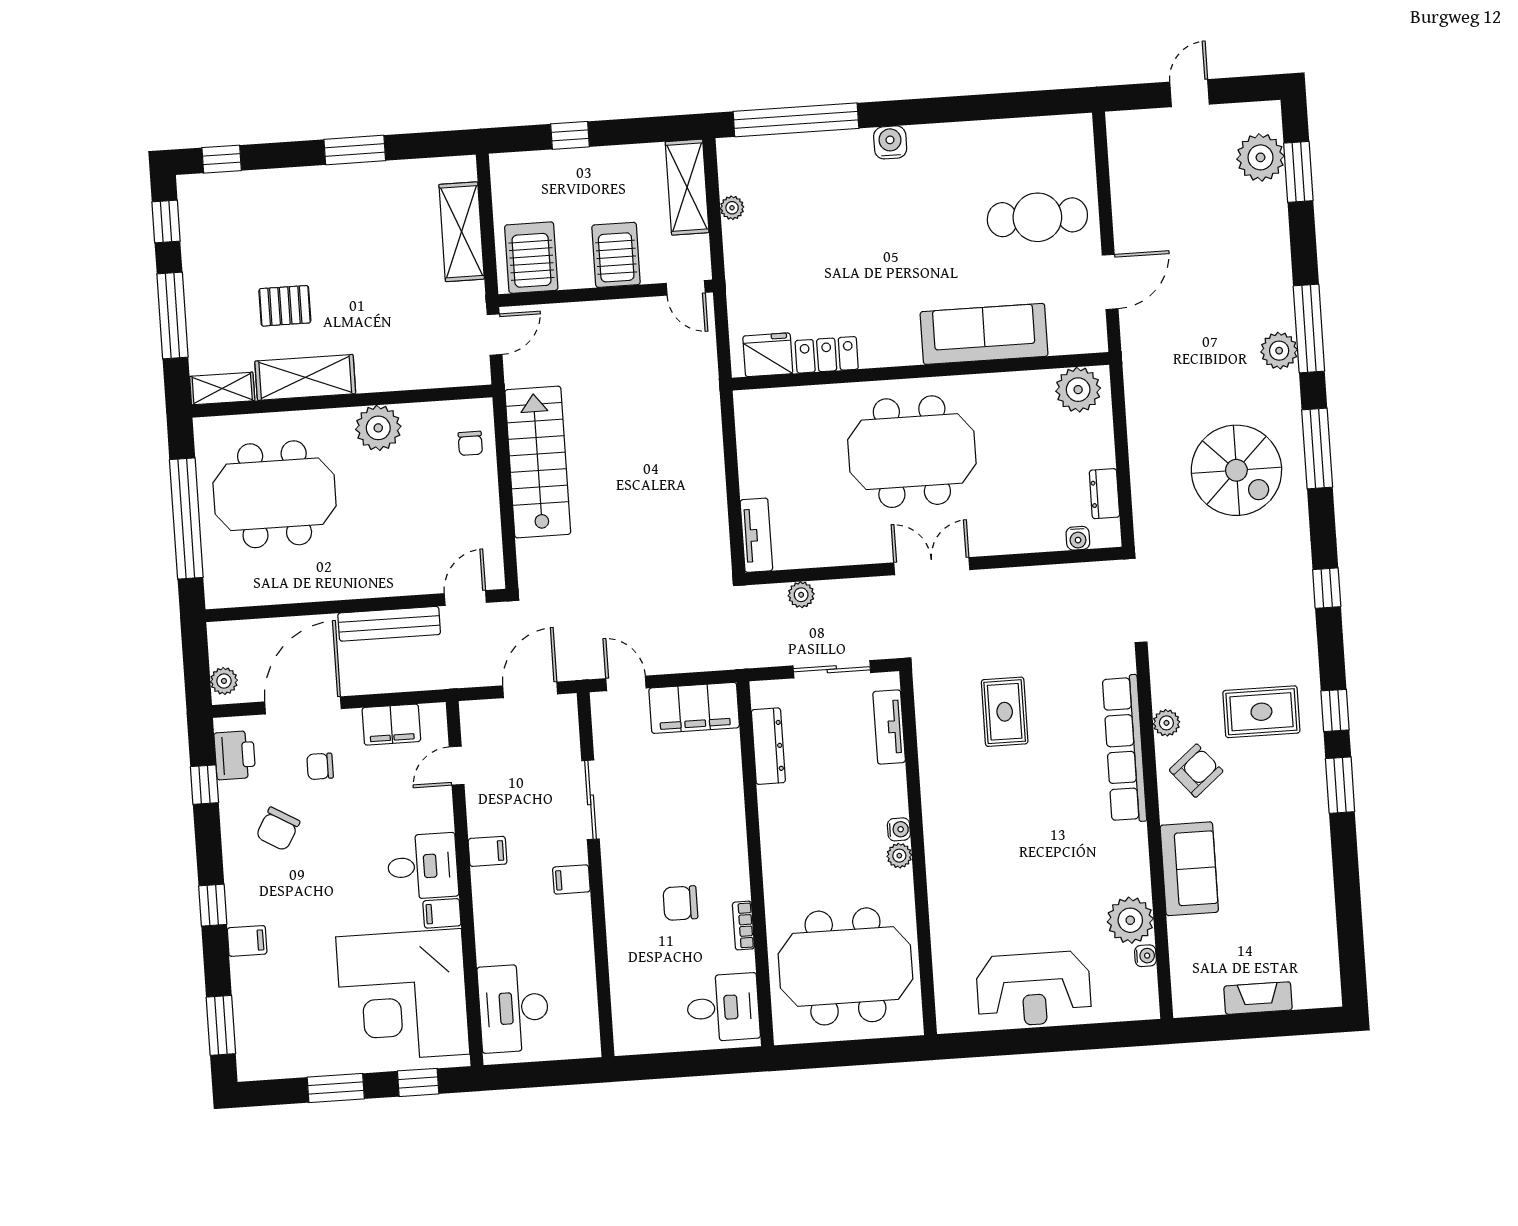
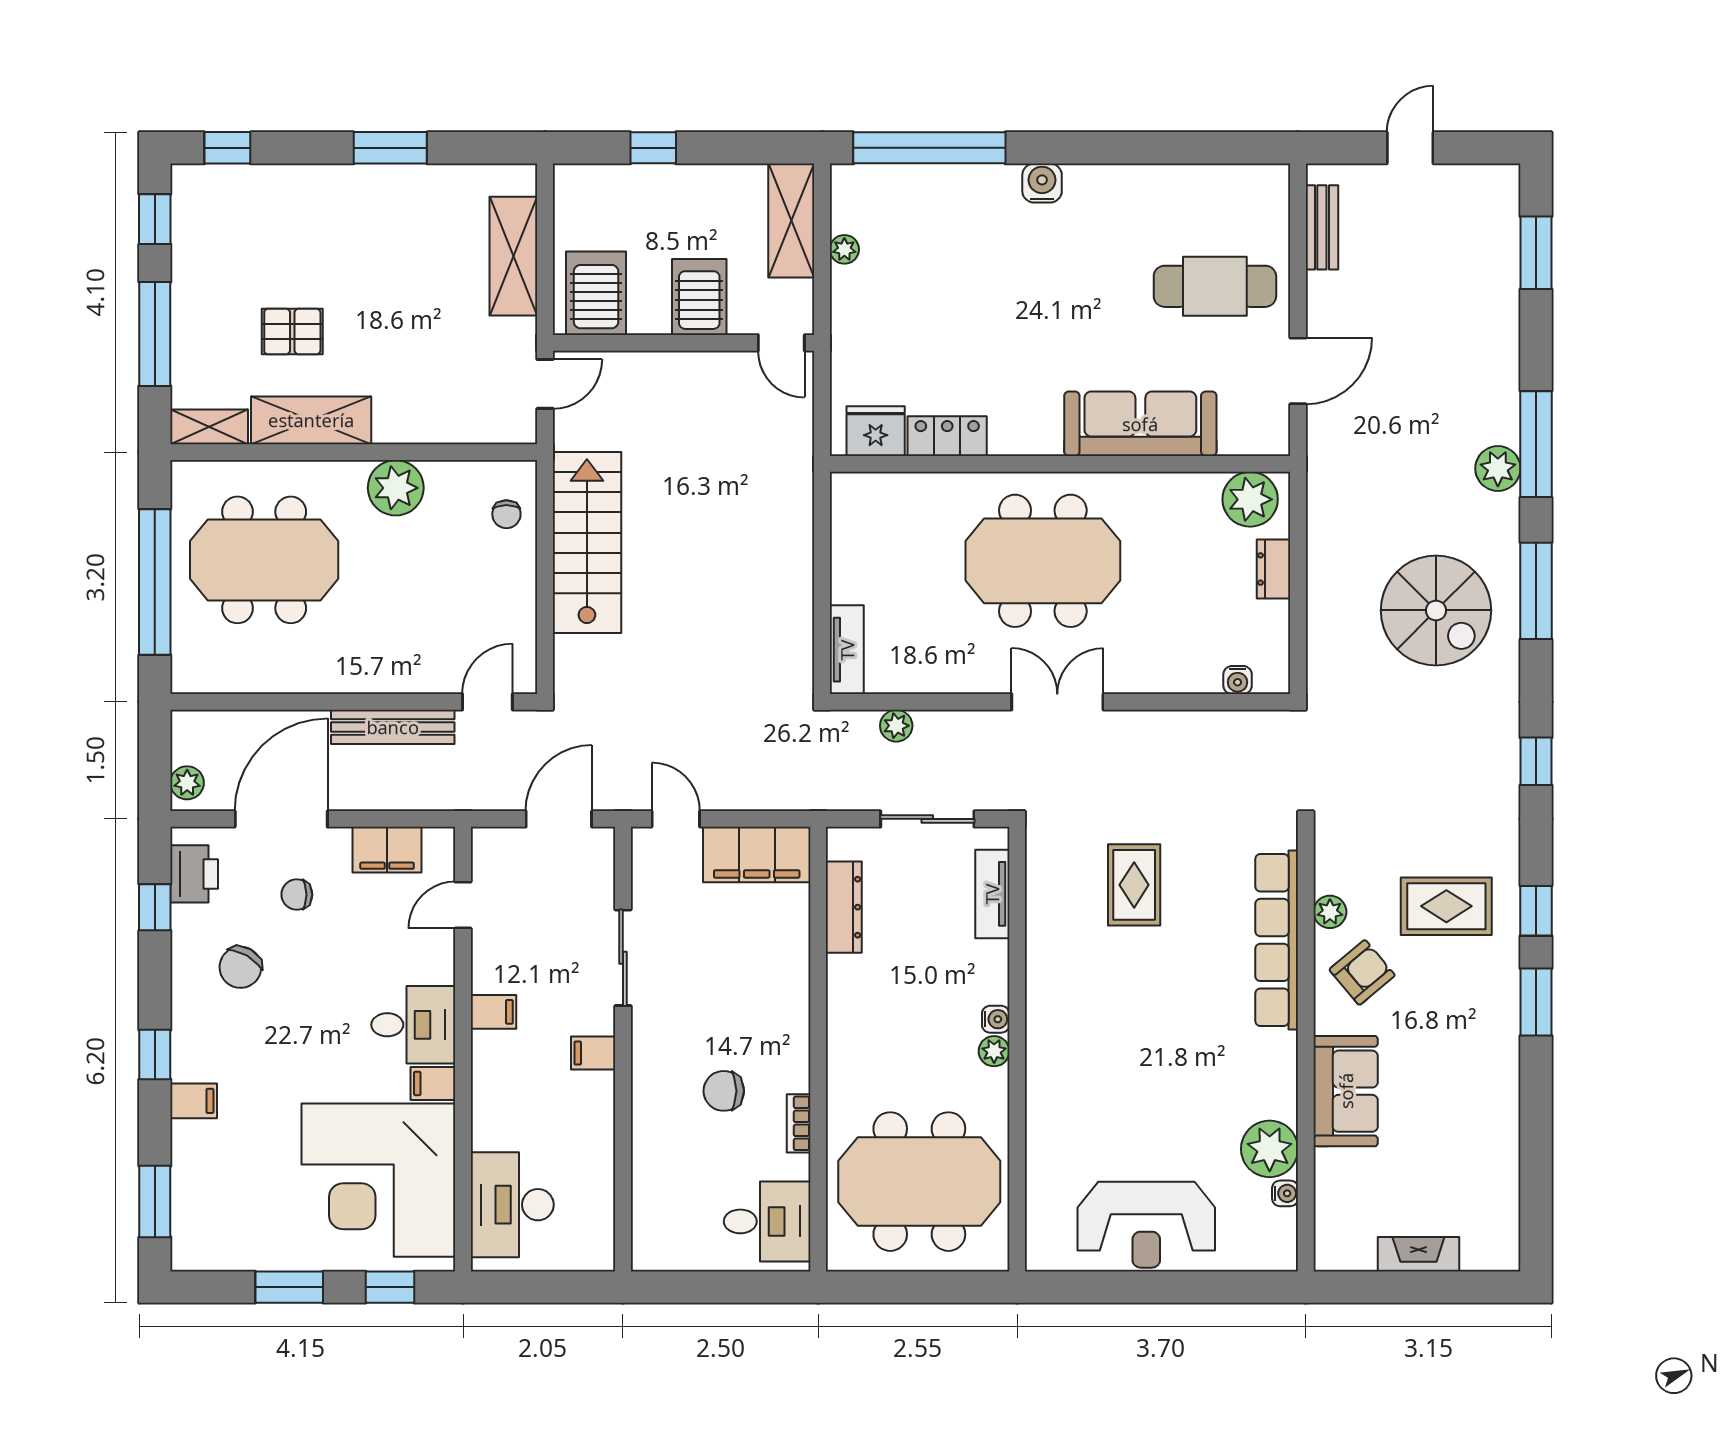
plant: (1260, 157) -> (1491, 232), removed
bench: (1122, 163) -> (1322, 227), added
dresser: (1104, 494) -> (1273, 569), moved

